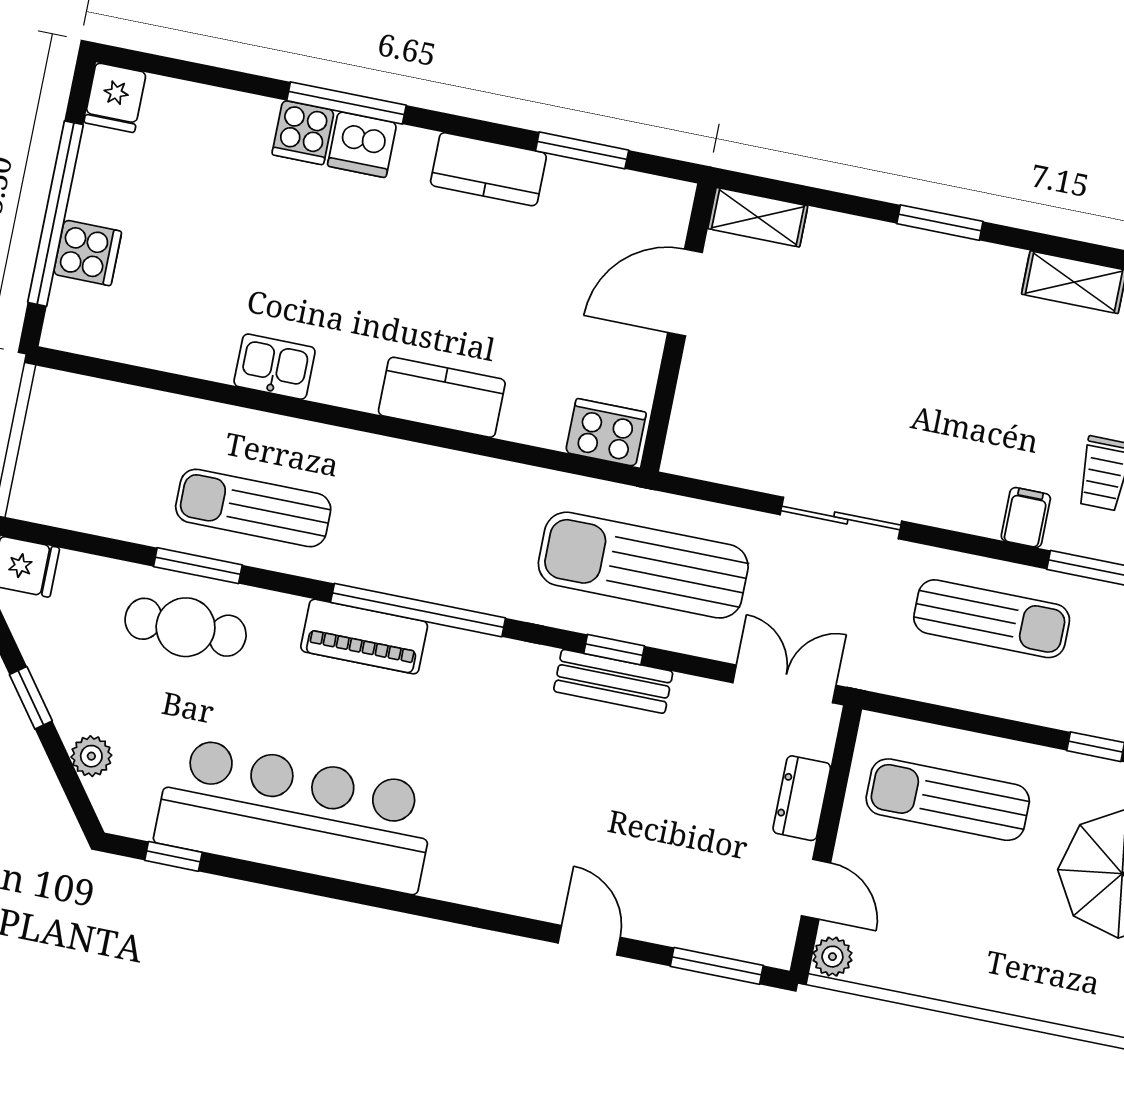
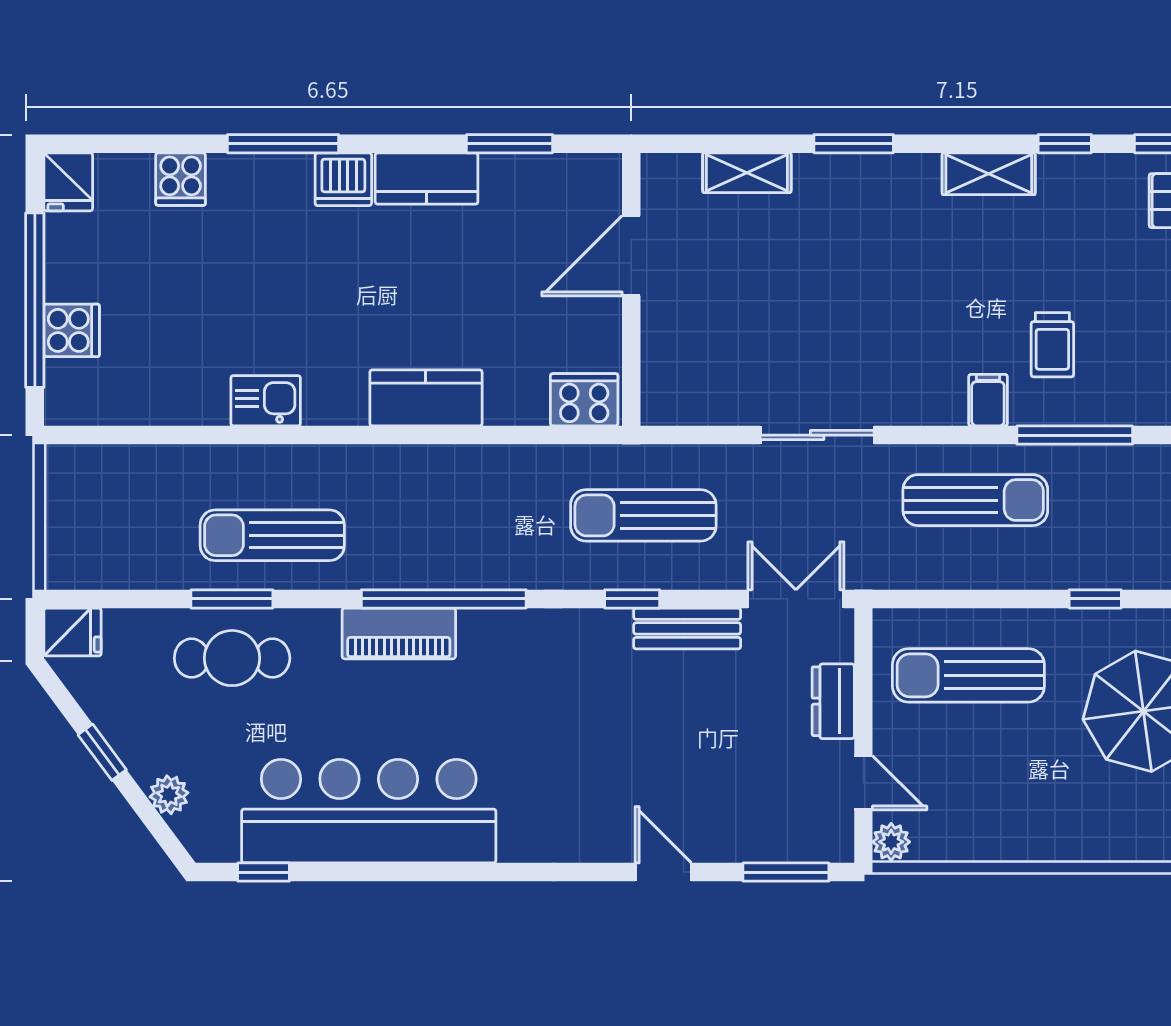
cooker: (303, 132) -> (181, 179), moved
dishwasher: (362, 145) -> (343, 179), moved
shelving: (758, 217) -> (747, 173), moved
sun lounger: (643, 565) -> (643, 515), width x0.73, depth x0.75
bench: (613, 681) -> (687, 628), moved

